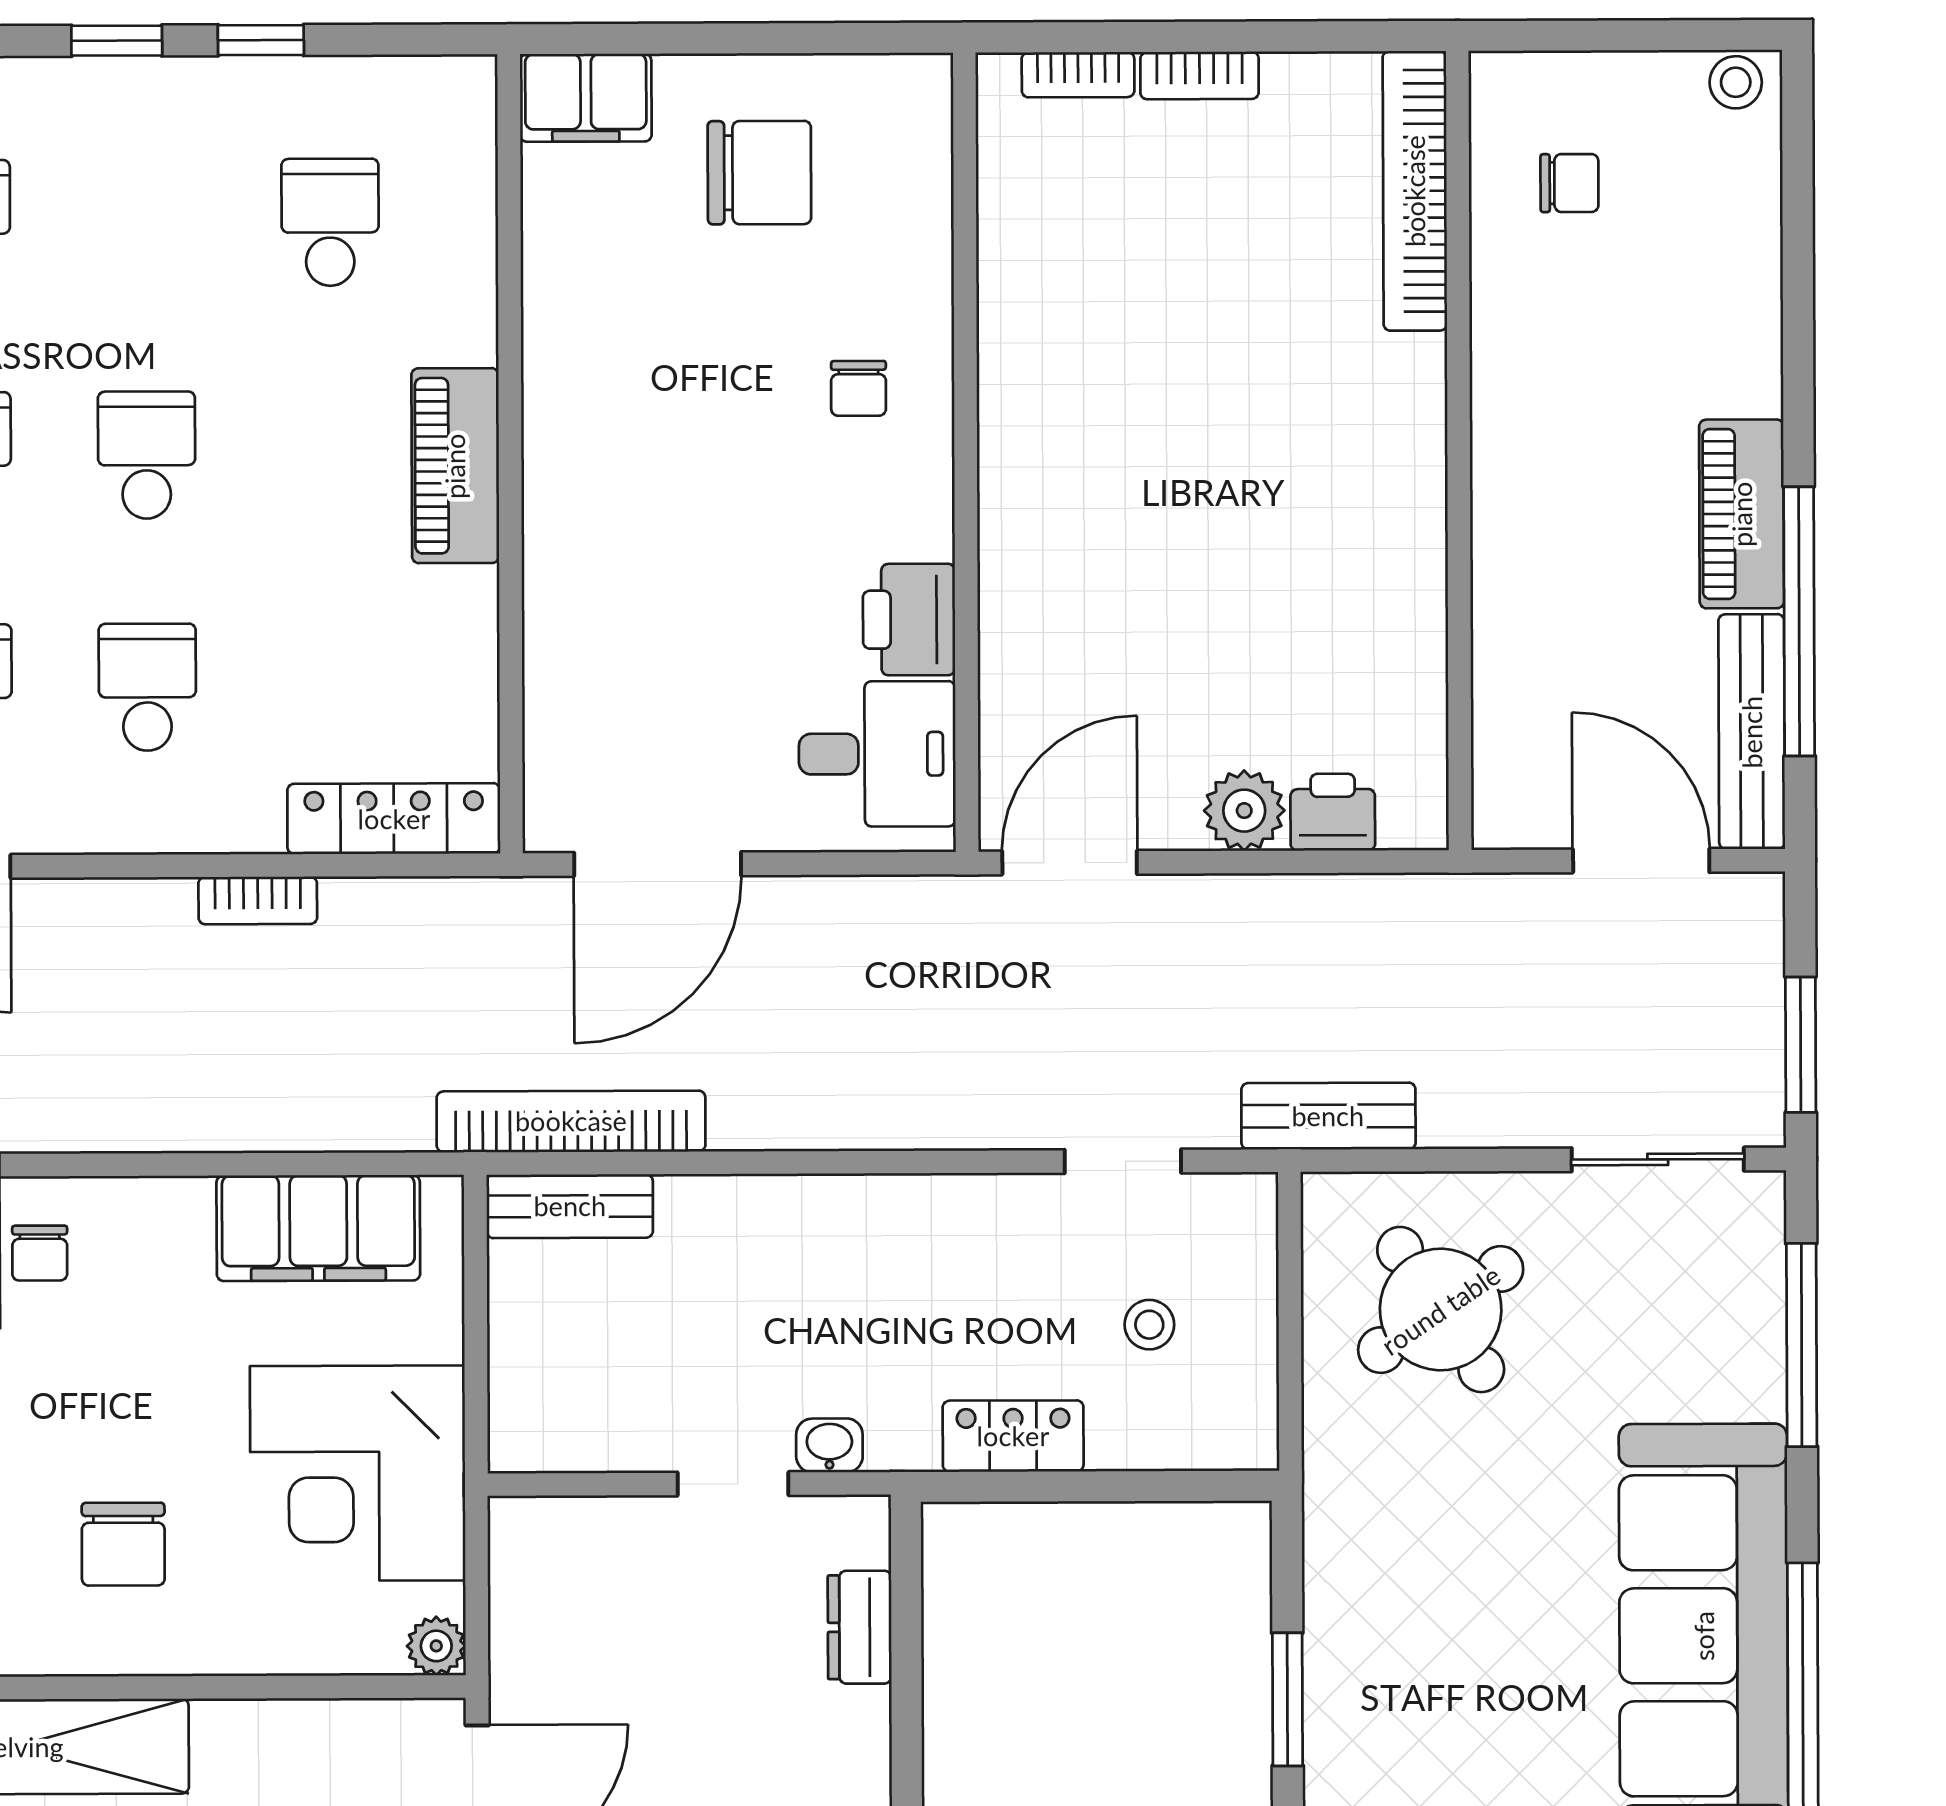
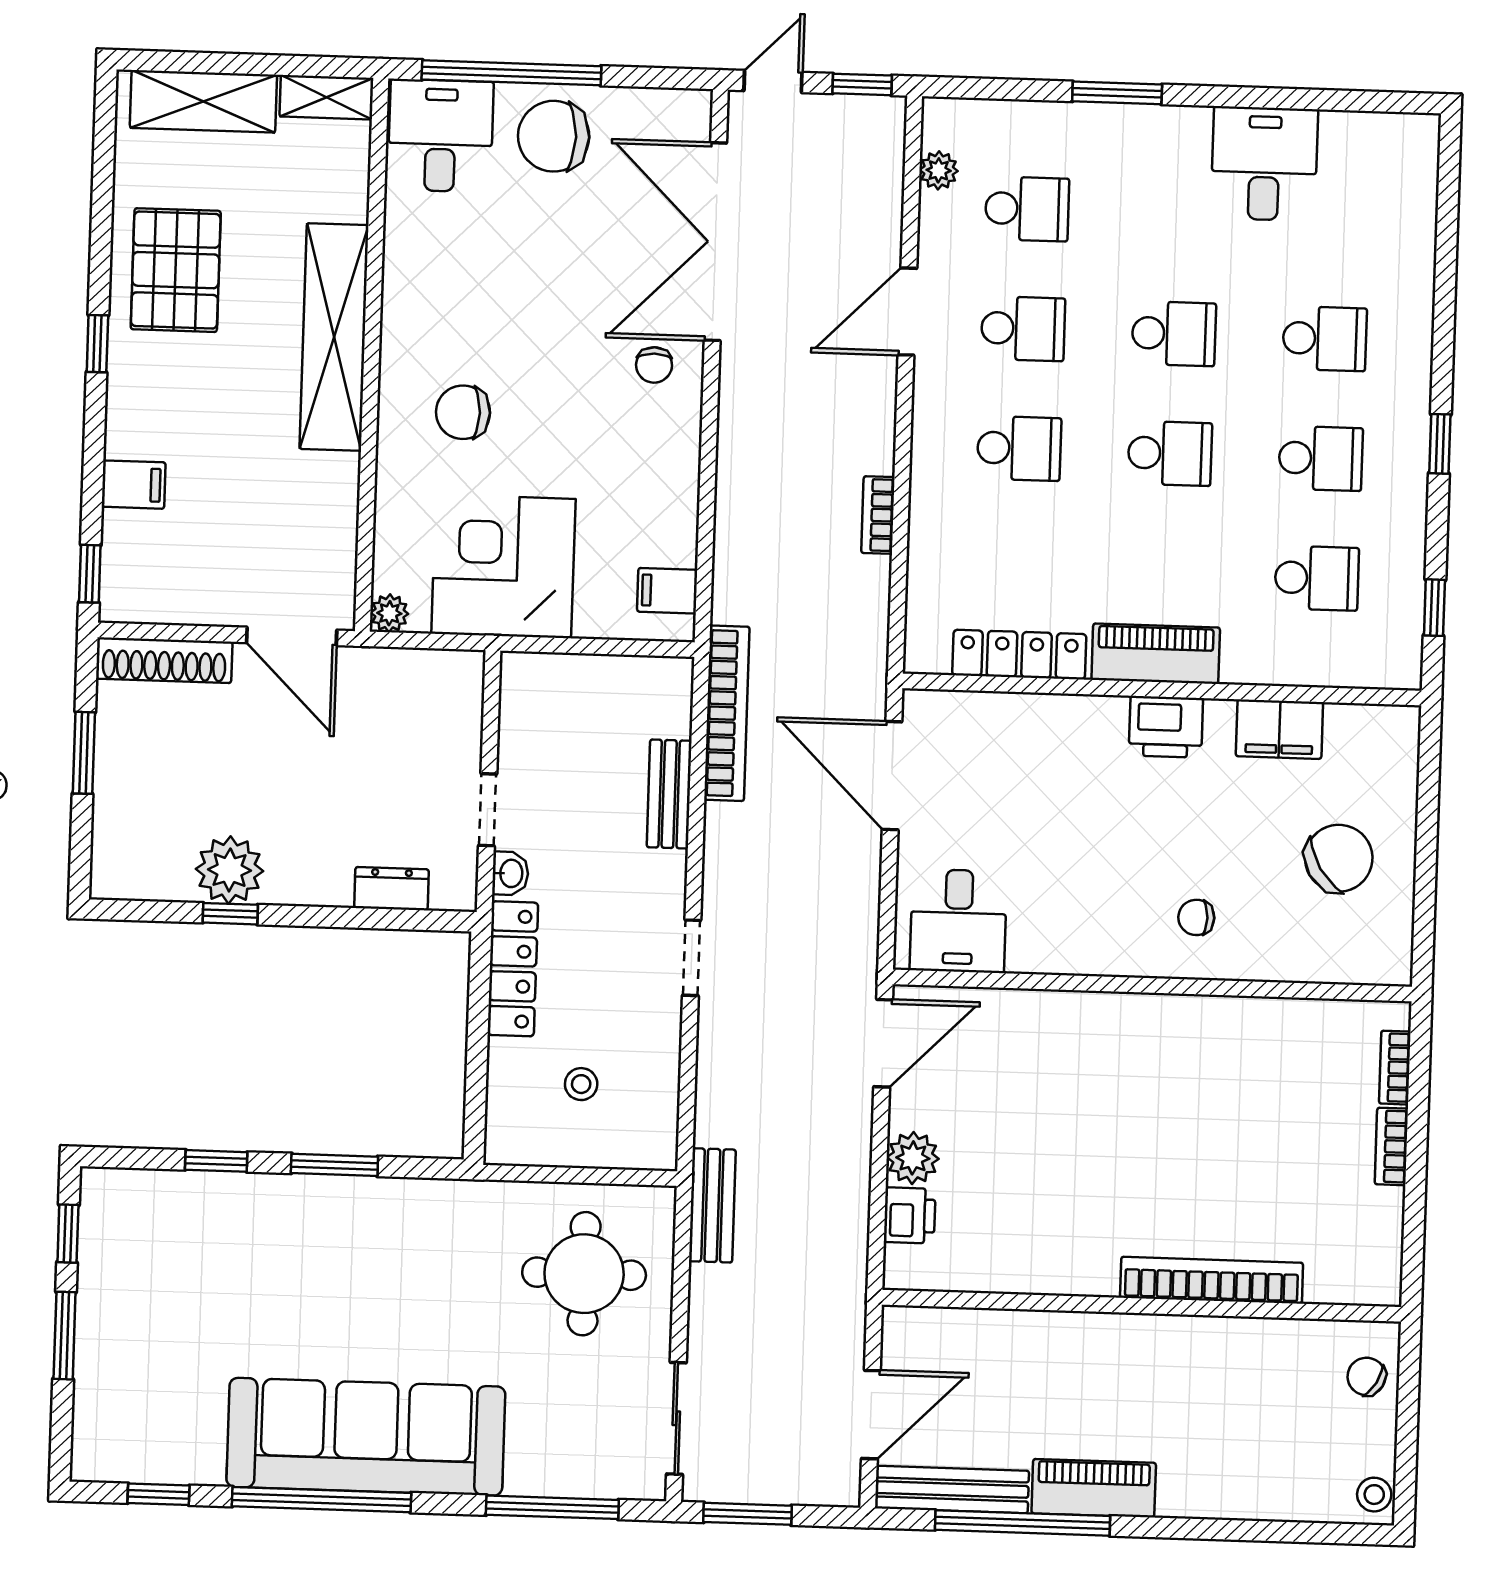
window: (261, 40) -> (1434, 608), moved
filing cabinet: (586, 98) -> (1279, 729), moved, turned -90
chair: (759, 173) -> (1339, 858), turned -122
chair: (1569, 183) -> (1366, 1376), moved, turned 121
bookcase: (1415, 191) -> (1212, 1280), moved
school desk: (146, 223) -> (1321, 458), added
printer: (909, 620) -> (1166, 727), moved, turned 180
locker: (394, 819) -> (1019, 655), moved, turned -90
door: (1070, 863) -> (883, 1043), hinge flipped
doorway: (1123, 1161) -> (692, 958), moved
bench: (570, 1206) -> (669, 794), moved
filing cabinet: (318, 1228) -> (667, 591), width x0.33, depth x0.86
chair: (40, 1253) -> (654, 365), turned -90
round table: (1441, 1310) -> (584, 1274), turned 34
locker: (1013, 1436) -> (513, 969), width x1.53

